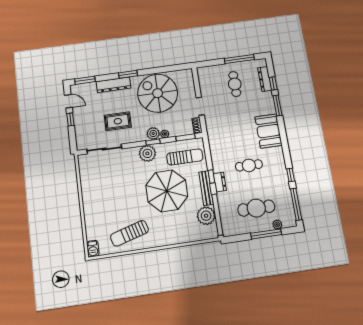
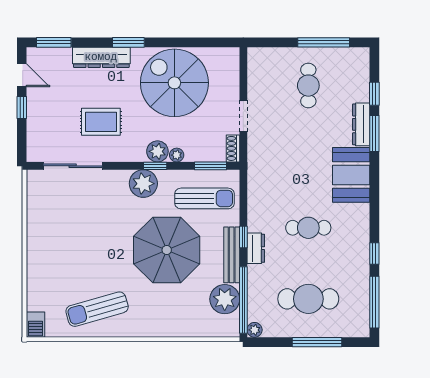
dresser: (265, 79) -> (361, 124), moved
plant: (277, 225) -> (255, 330), moved

